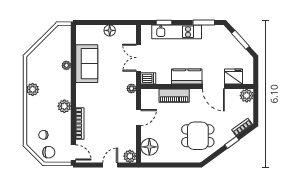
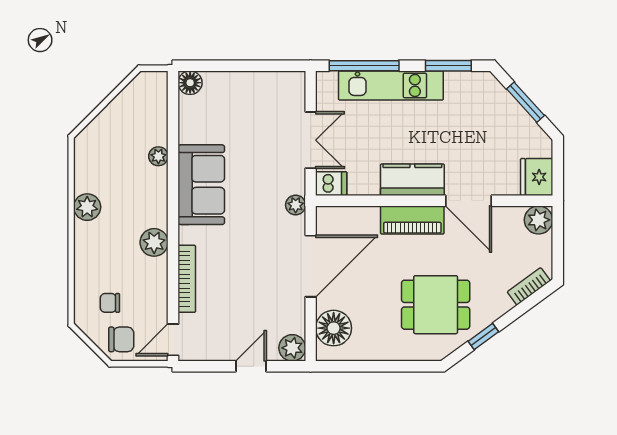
window: (164, 22) -> (364, 66), width x2.17
floor lamp: (110, 30) -> (190, 83), moved
double door: (139, 58) -> (311, 140), swing flipped
sofa: (87, 64) -> (201, 185), moved
fridge: (233, 76) -> (537, 177), moved, turned -90
piano: (174, 96) -> (412, 220), moved
door: (139, 117) -> (311, 266), width x1.88
window: (232, 142) -> (483, 336), moved
door: (73, 152) -> (173, 340), swing flipped

